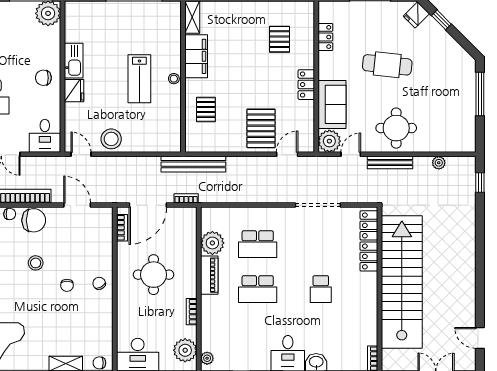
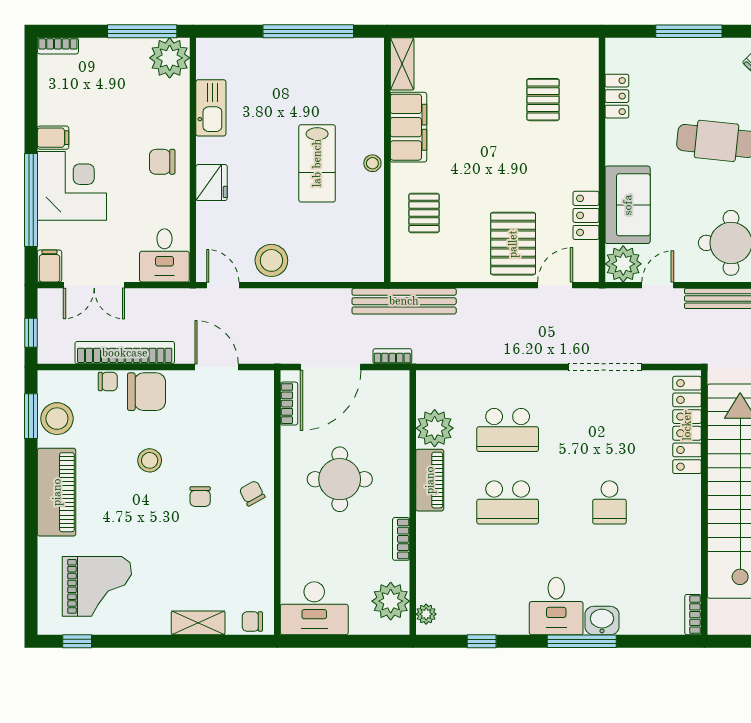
kitchen sink: (74, 61) -> (211, 108), moved
locker: (306, 85) -> (586, 215), moved

